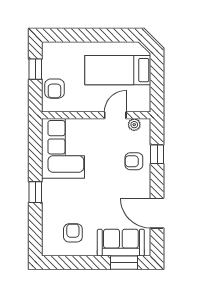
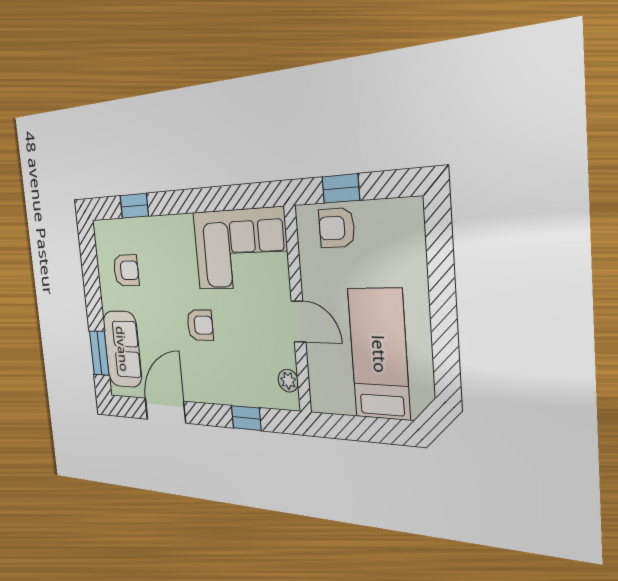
window: (35, 69) -> (341, 188), moved
door: (115, 115) -> (299, 322), moved
armchair: (134, 161) -> (200, 325), moved, turned 90
window: (35, 192) -> (134, 206), moved

